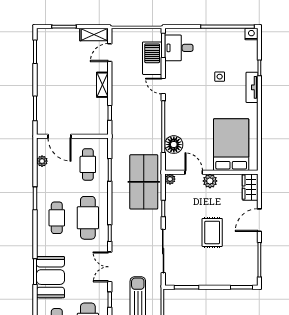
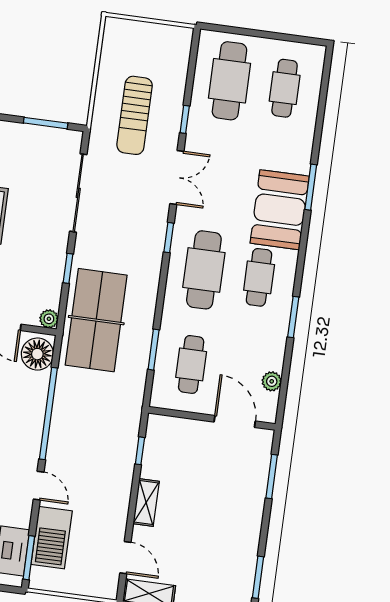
door: (110, 53) -> (125, 558), hinge flipped
floor lamp: (174, 145) -> (37, 354), moved
booth: (50, 277) -> (280, 210), moved

